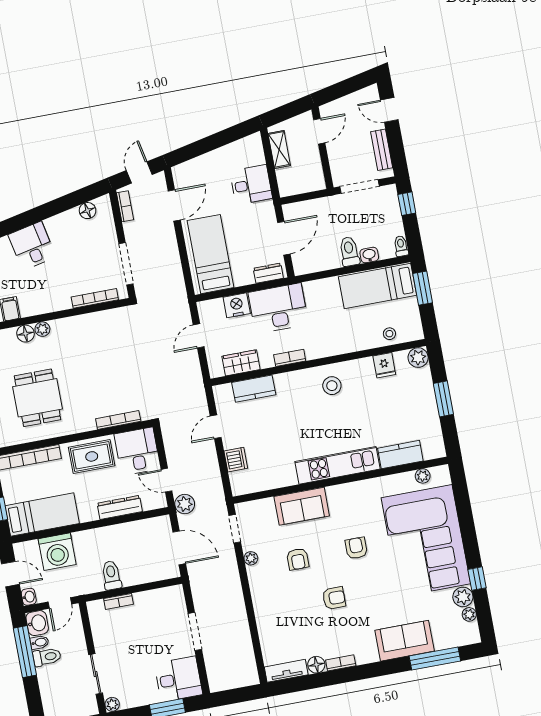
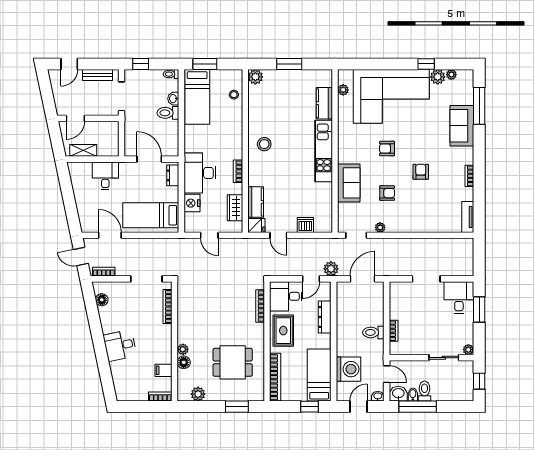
door: (319, 131) -> (75, 118), swing flipped
fridge: (384, 365) -> (256, 225), moved
floor lamp: (316, 665) -> (467, 194), removed

